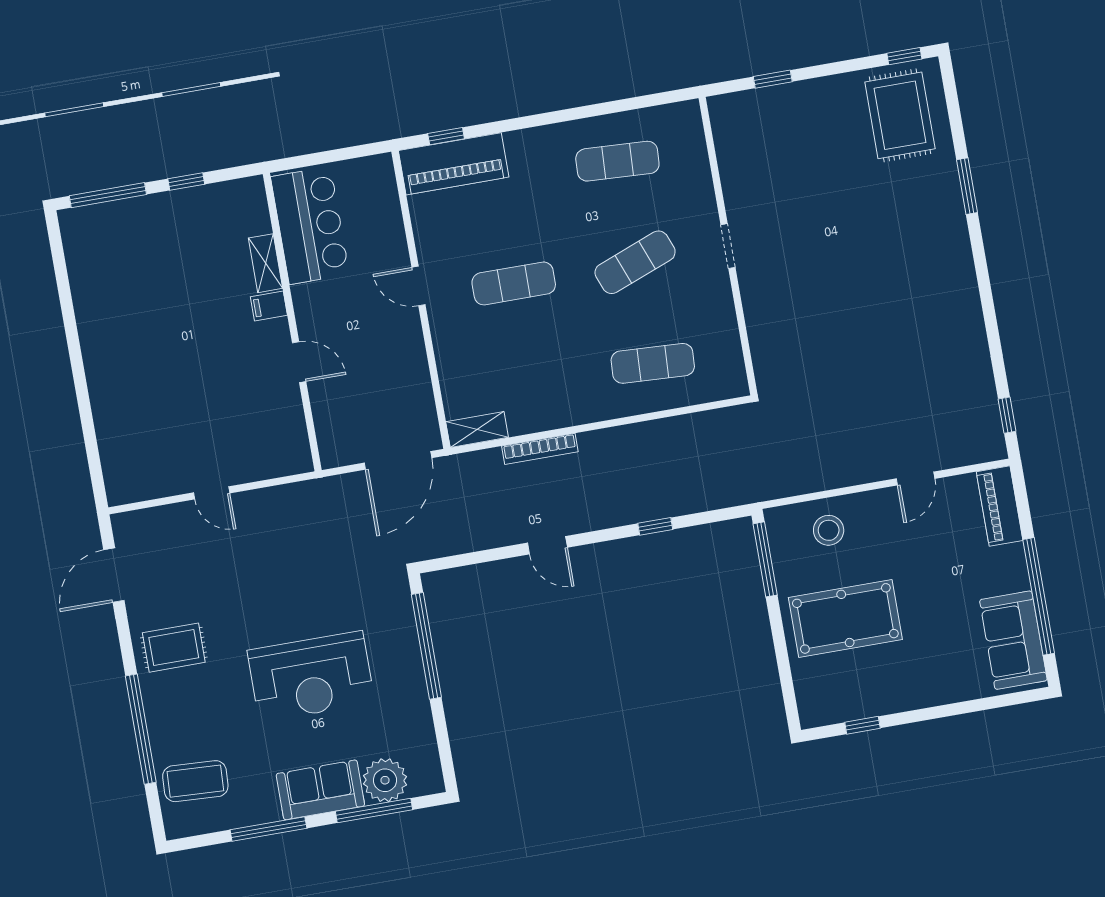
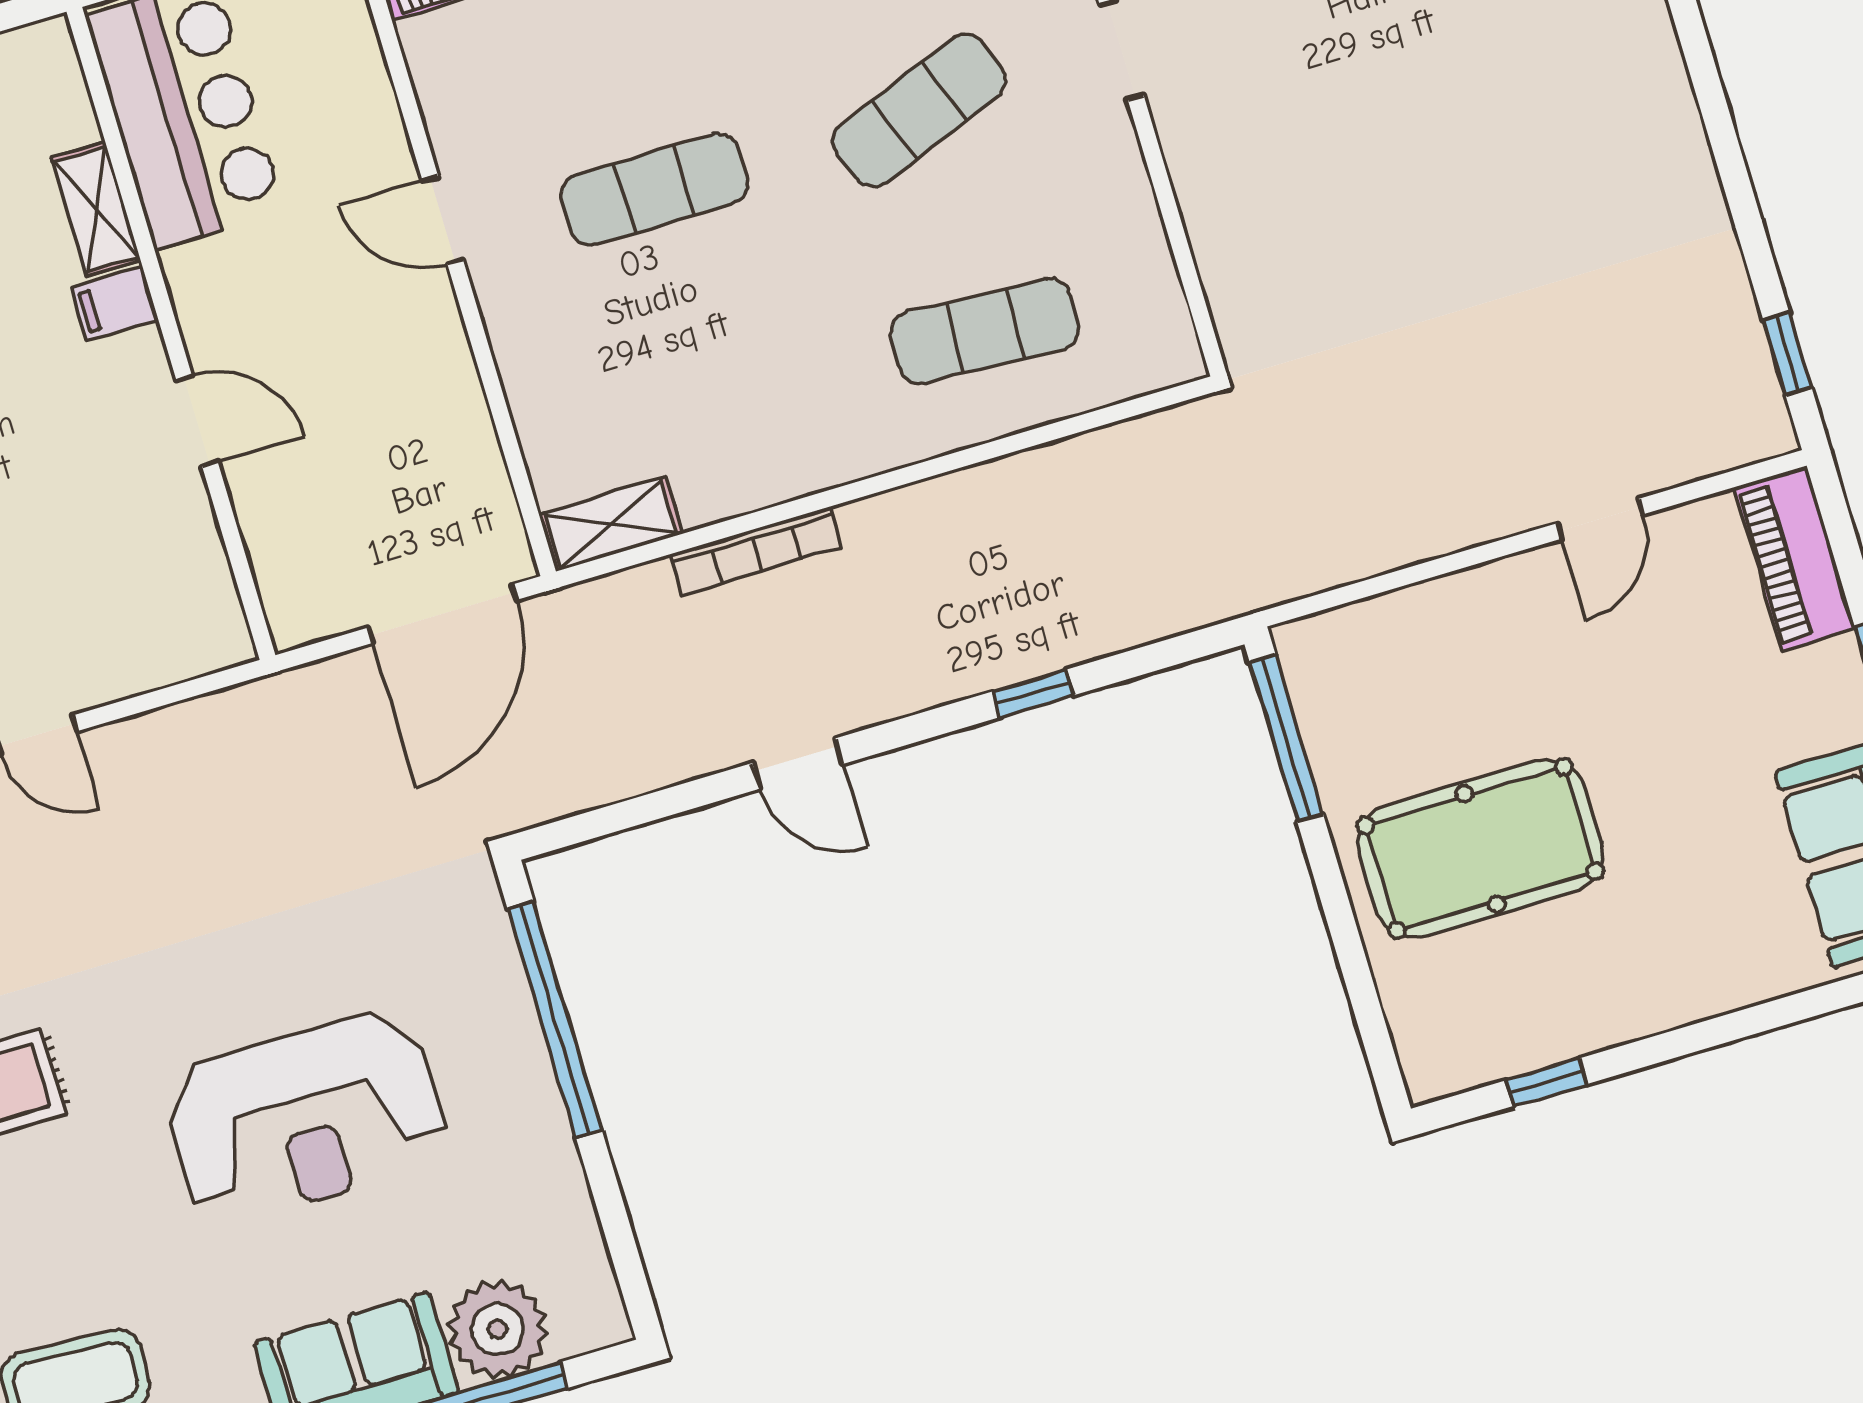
stool: (829, 530) -> (1420, 657), removed

